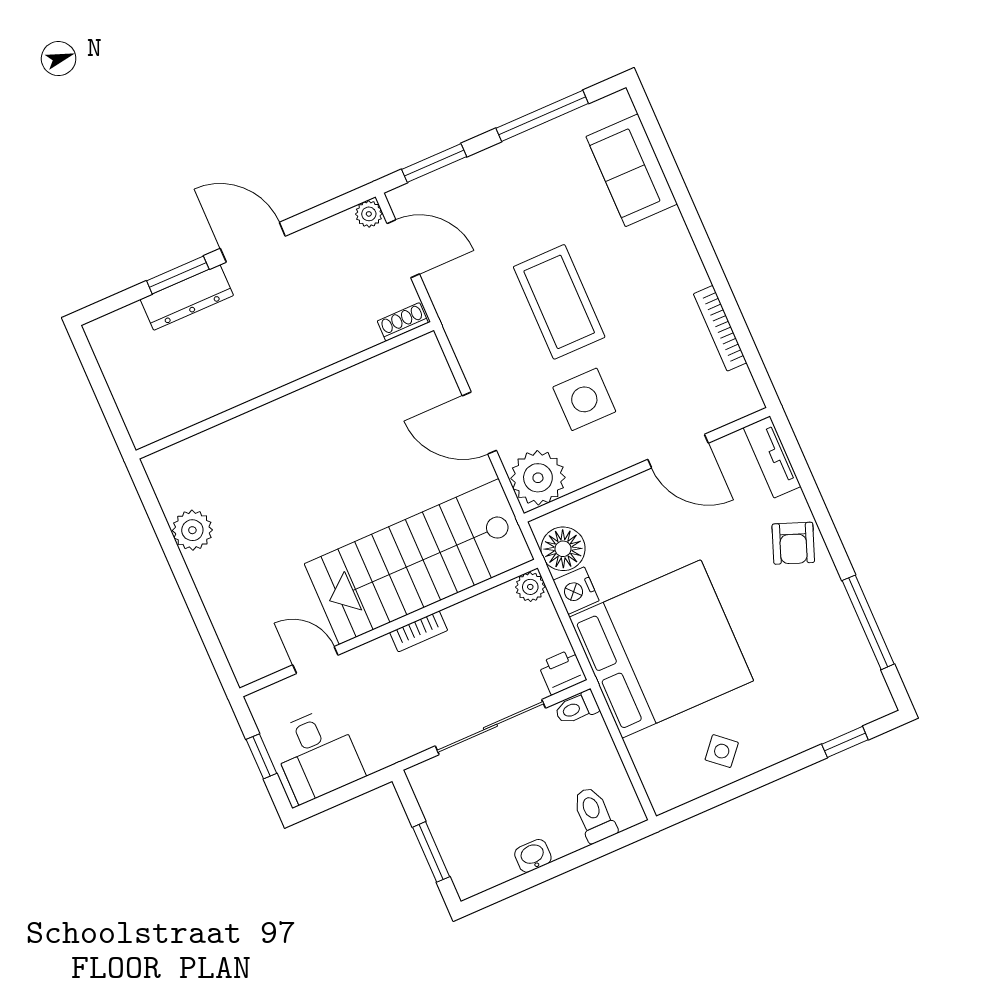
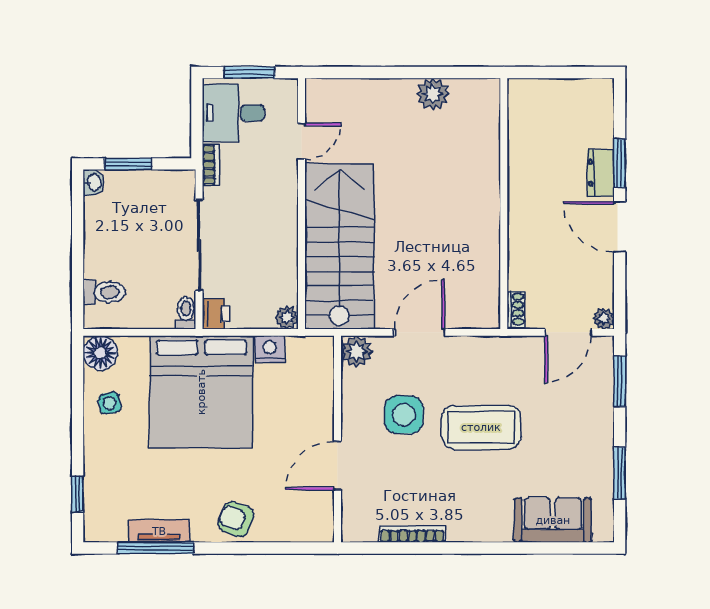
window: (542, 116) -> (620, 473), width x0.69
door: (253, 242) -> (620, 227), swing flipped
dresser: (187, 297) -> (601, 173), width x0.70
tv unit: (772, 457) -> (159, 531), moved
plant: (538, 478) -> (357, 351), width x0.73, depth x0.73
floor lamp: (563, 549) -> (100, 353), moved
bookcase: (419, 631) -> (211, 165), moved, turned 180
side table: (722, 751) -> (110, 403), turned 38
window: (261, 756) -> (250, 72), width x1.50
washbasin: (533, 856) -> (94, 182), moved

